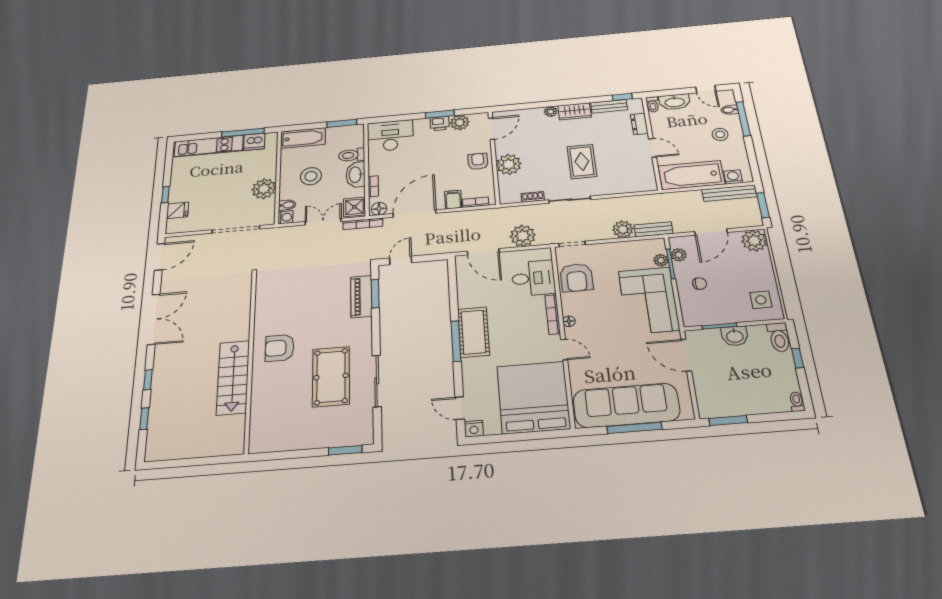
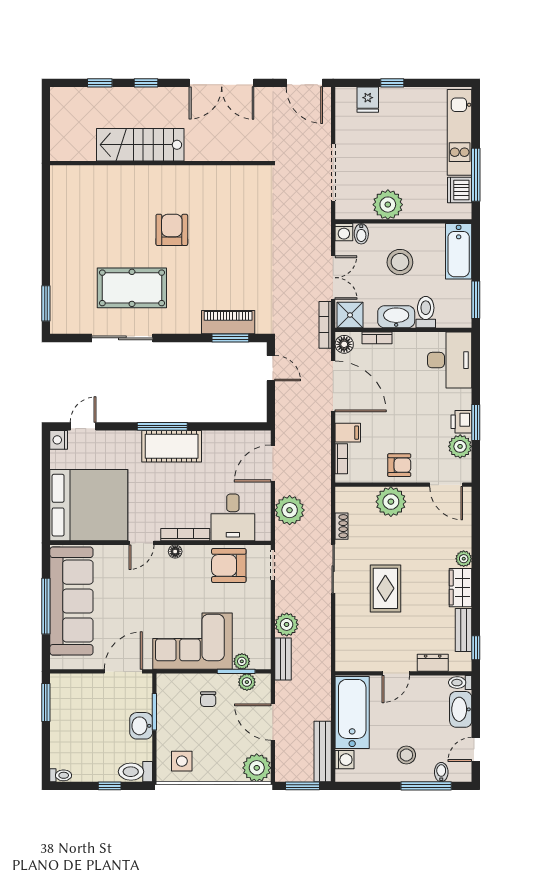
rug: (582, 161) -> (385, 588), turned 90
wall: (250, 360) -> (160, 163), moved
stairs: (233, 378) -> (140, 145), moved

